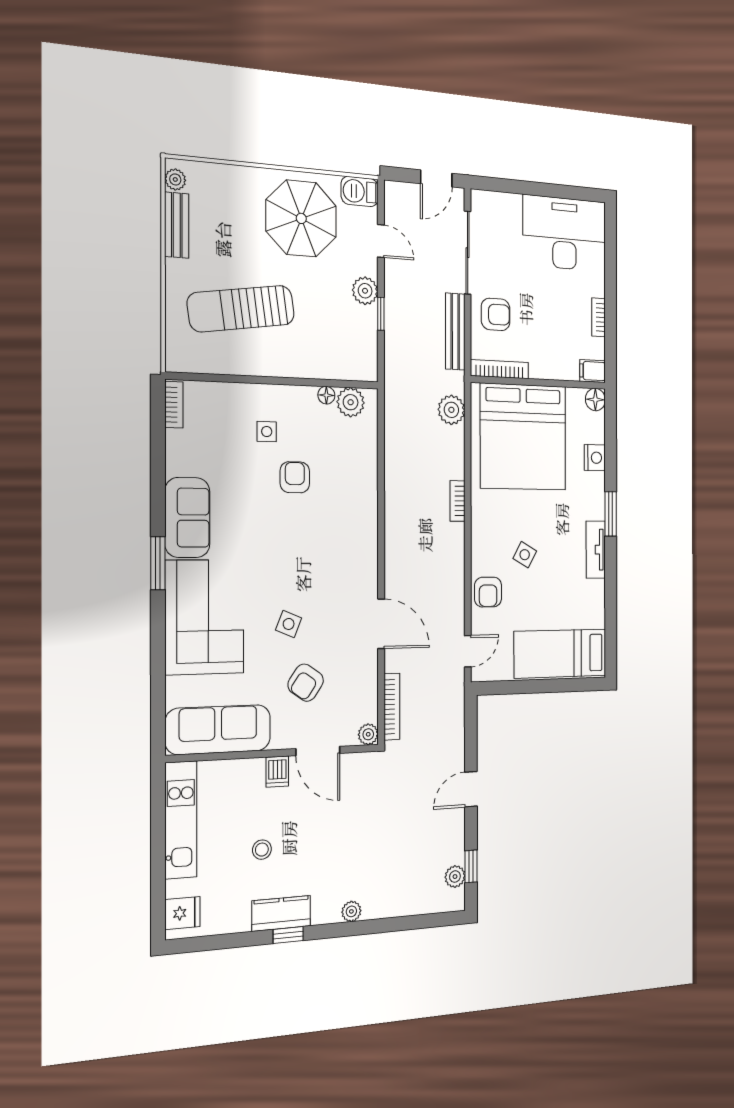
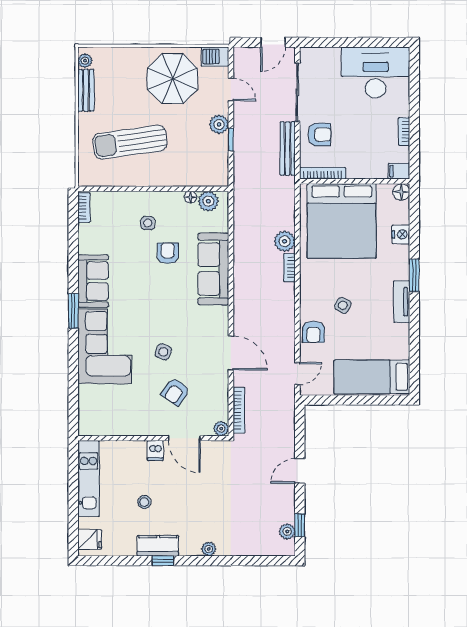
plant: (451, 410) -> (285, 241), moved
sofa: (218, 730) -> (213, 269), moved, turned -90

